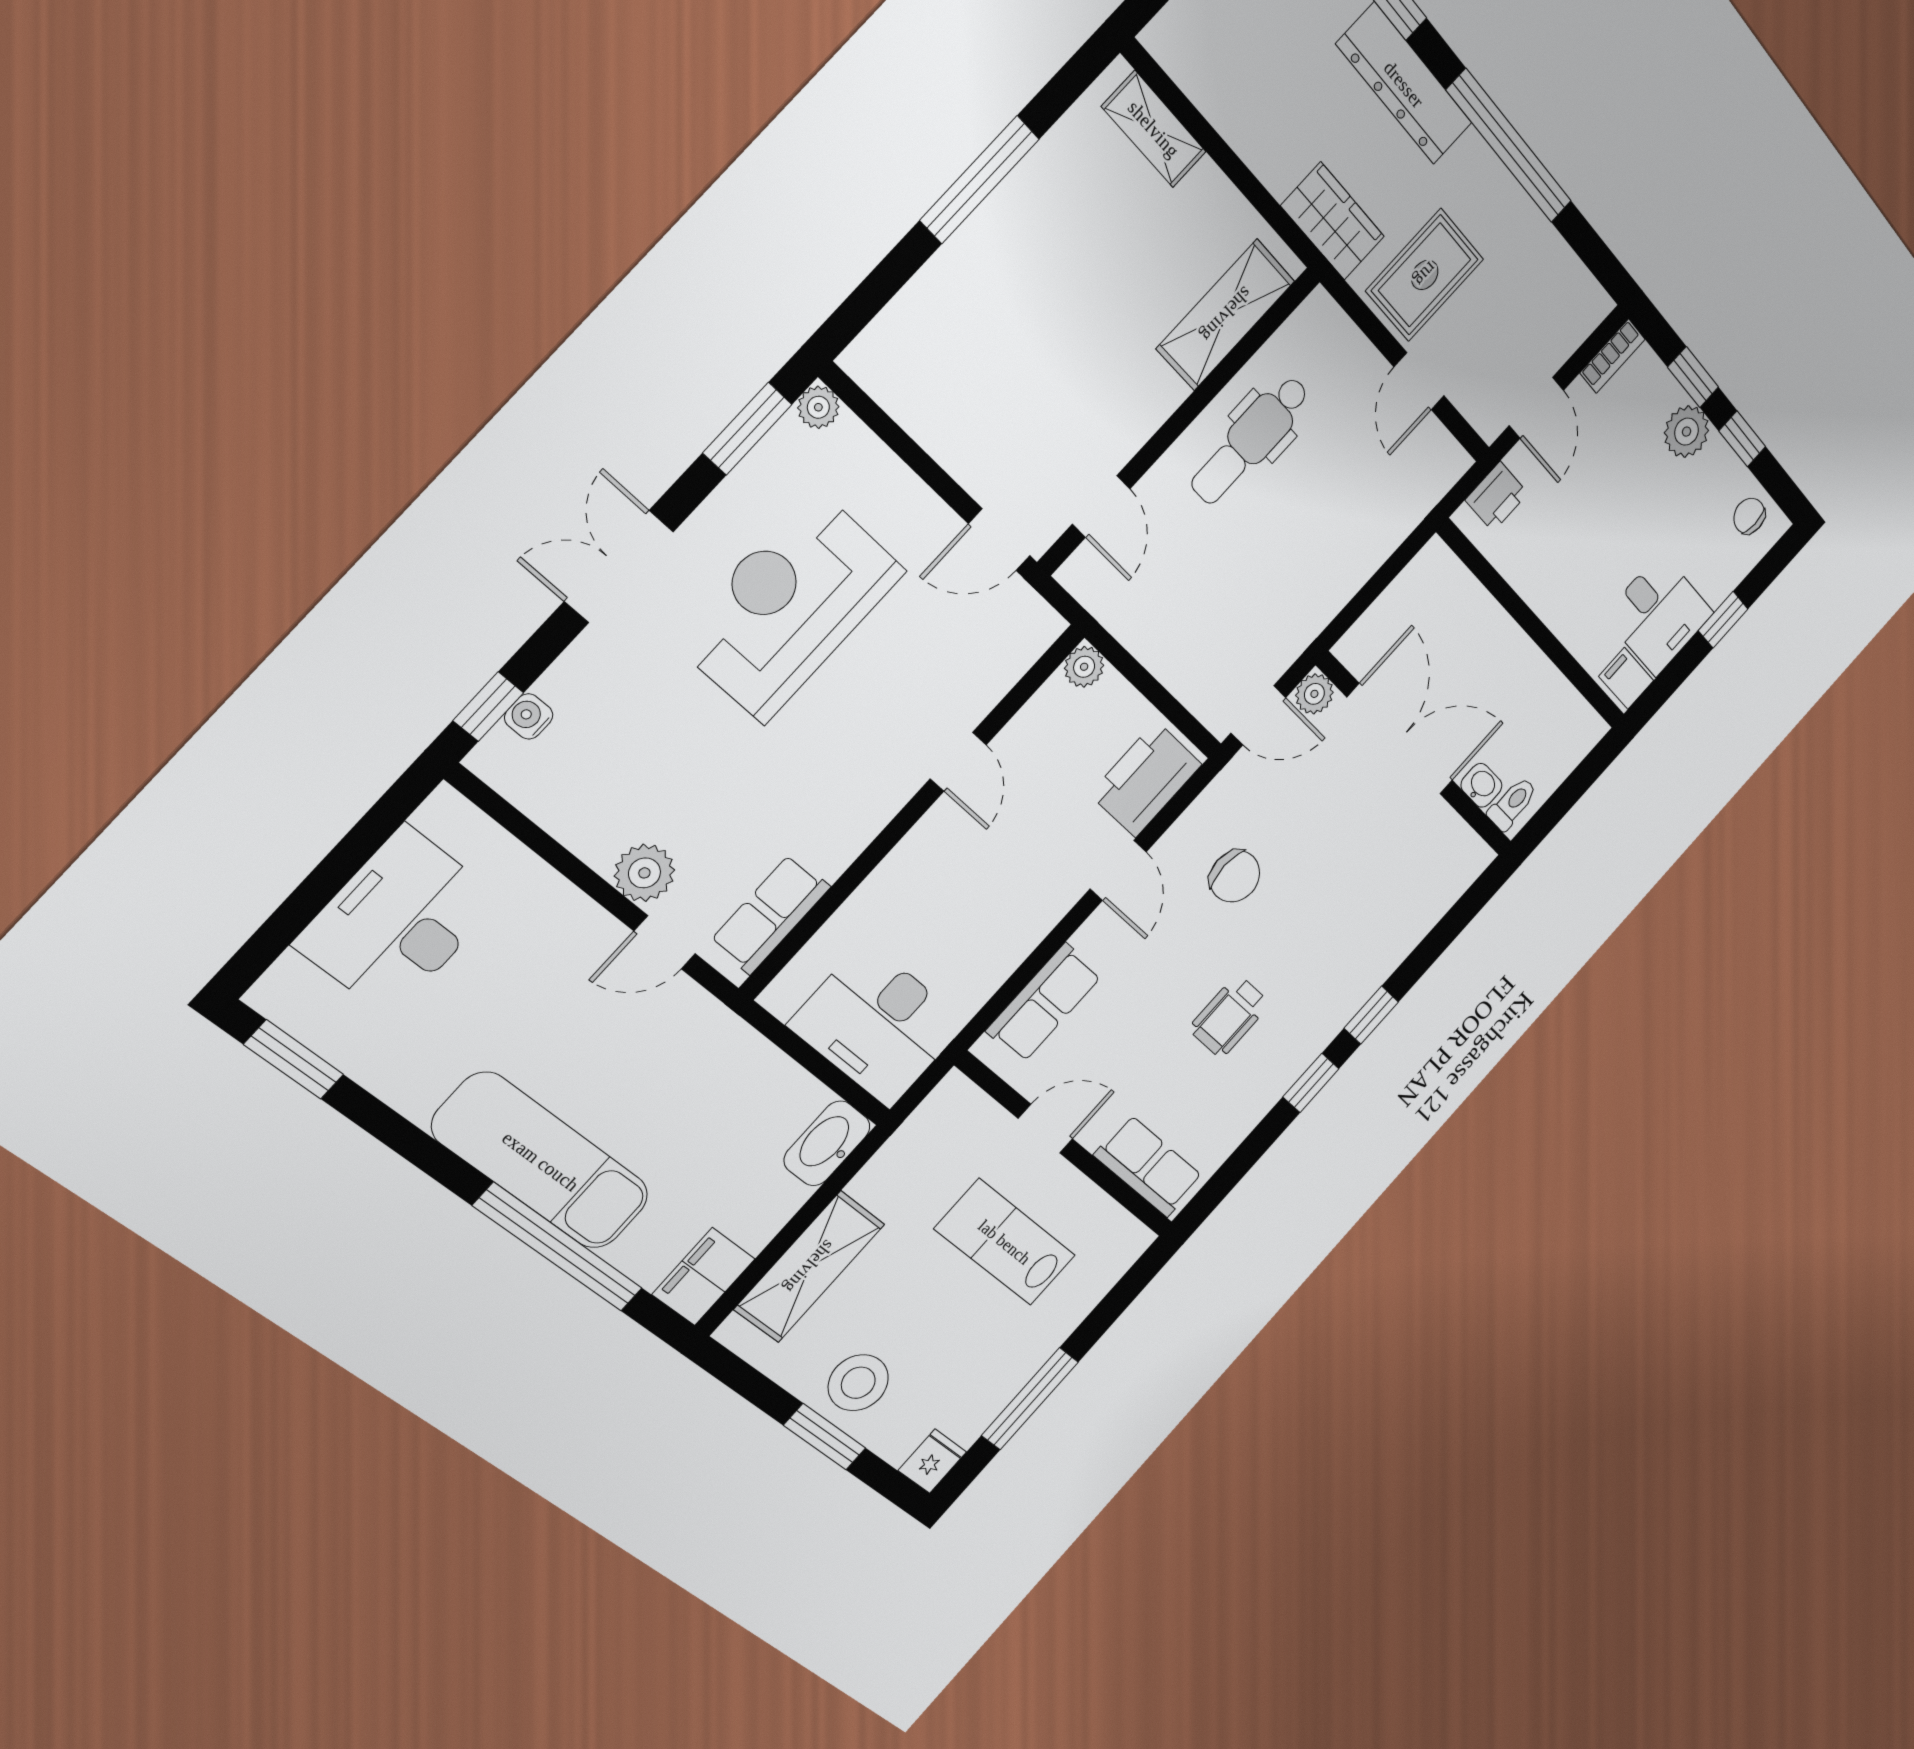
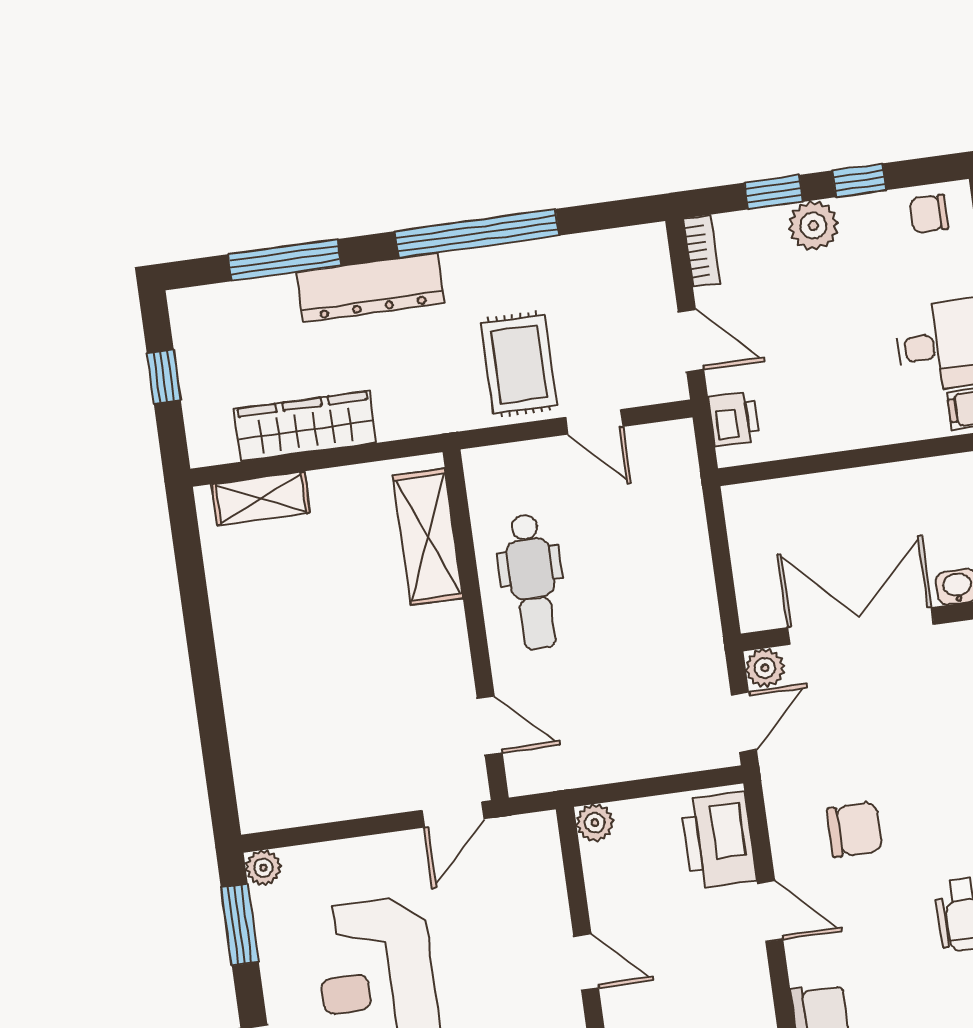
window: (979, 180) -> (201, 646), removed
wardrobe: (1333, 221) -> (305, 426), moved, width x1.50

